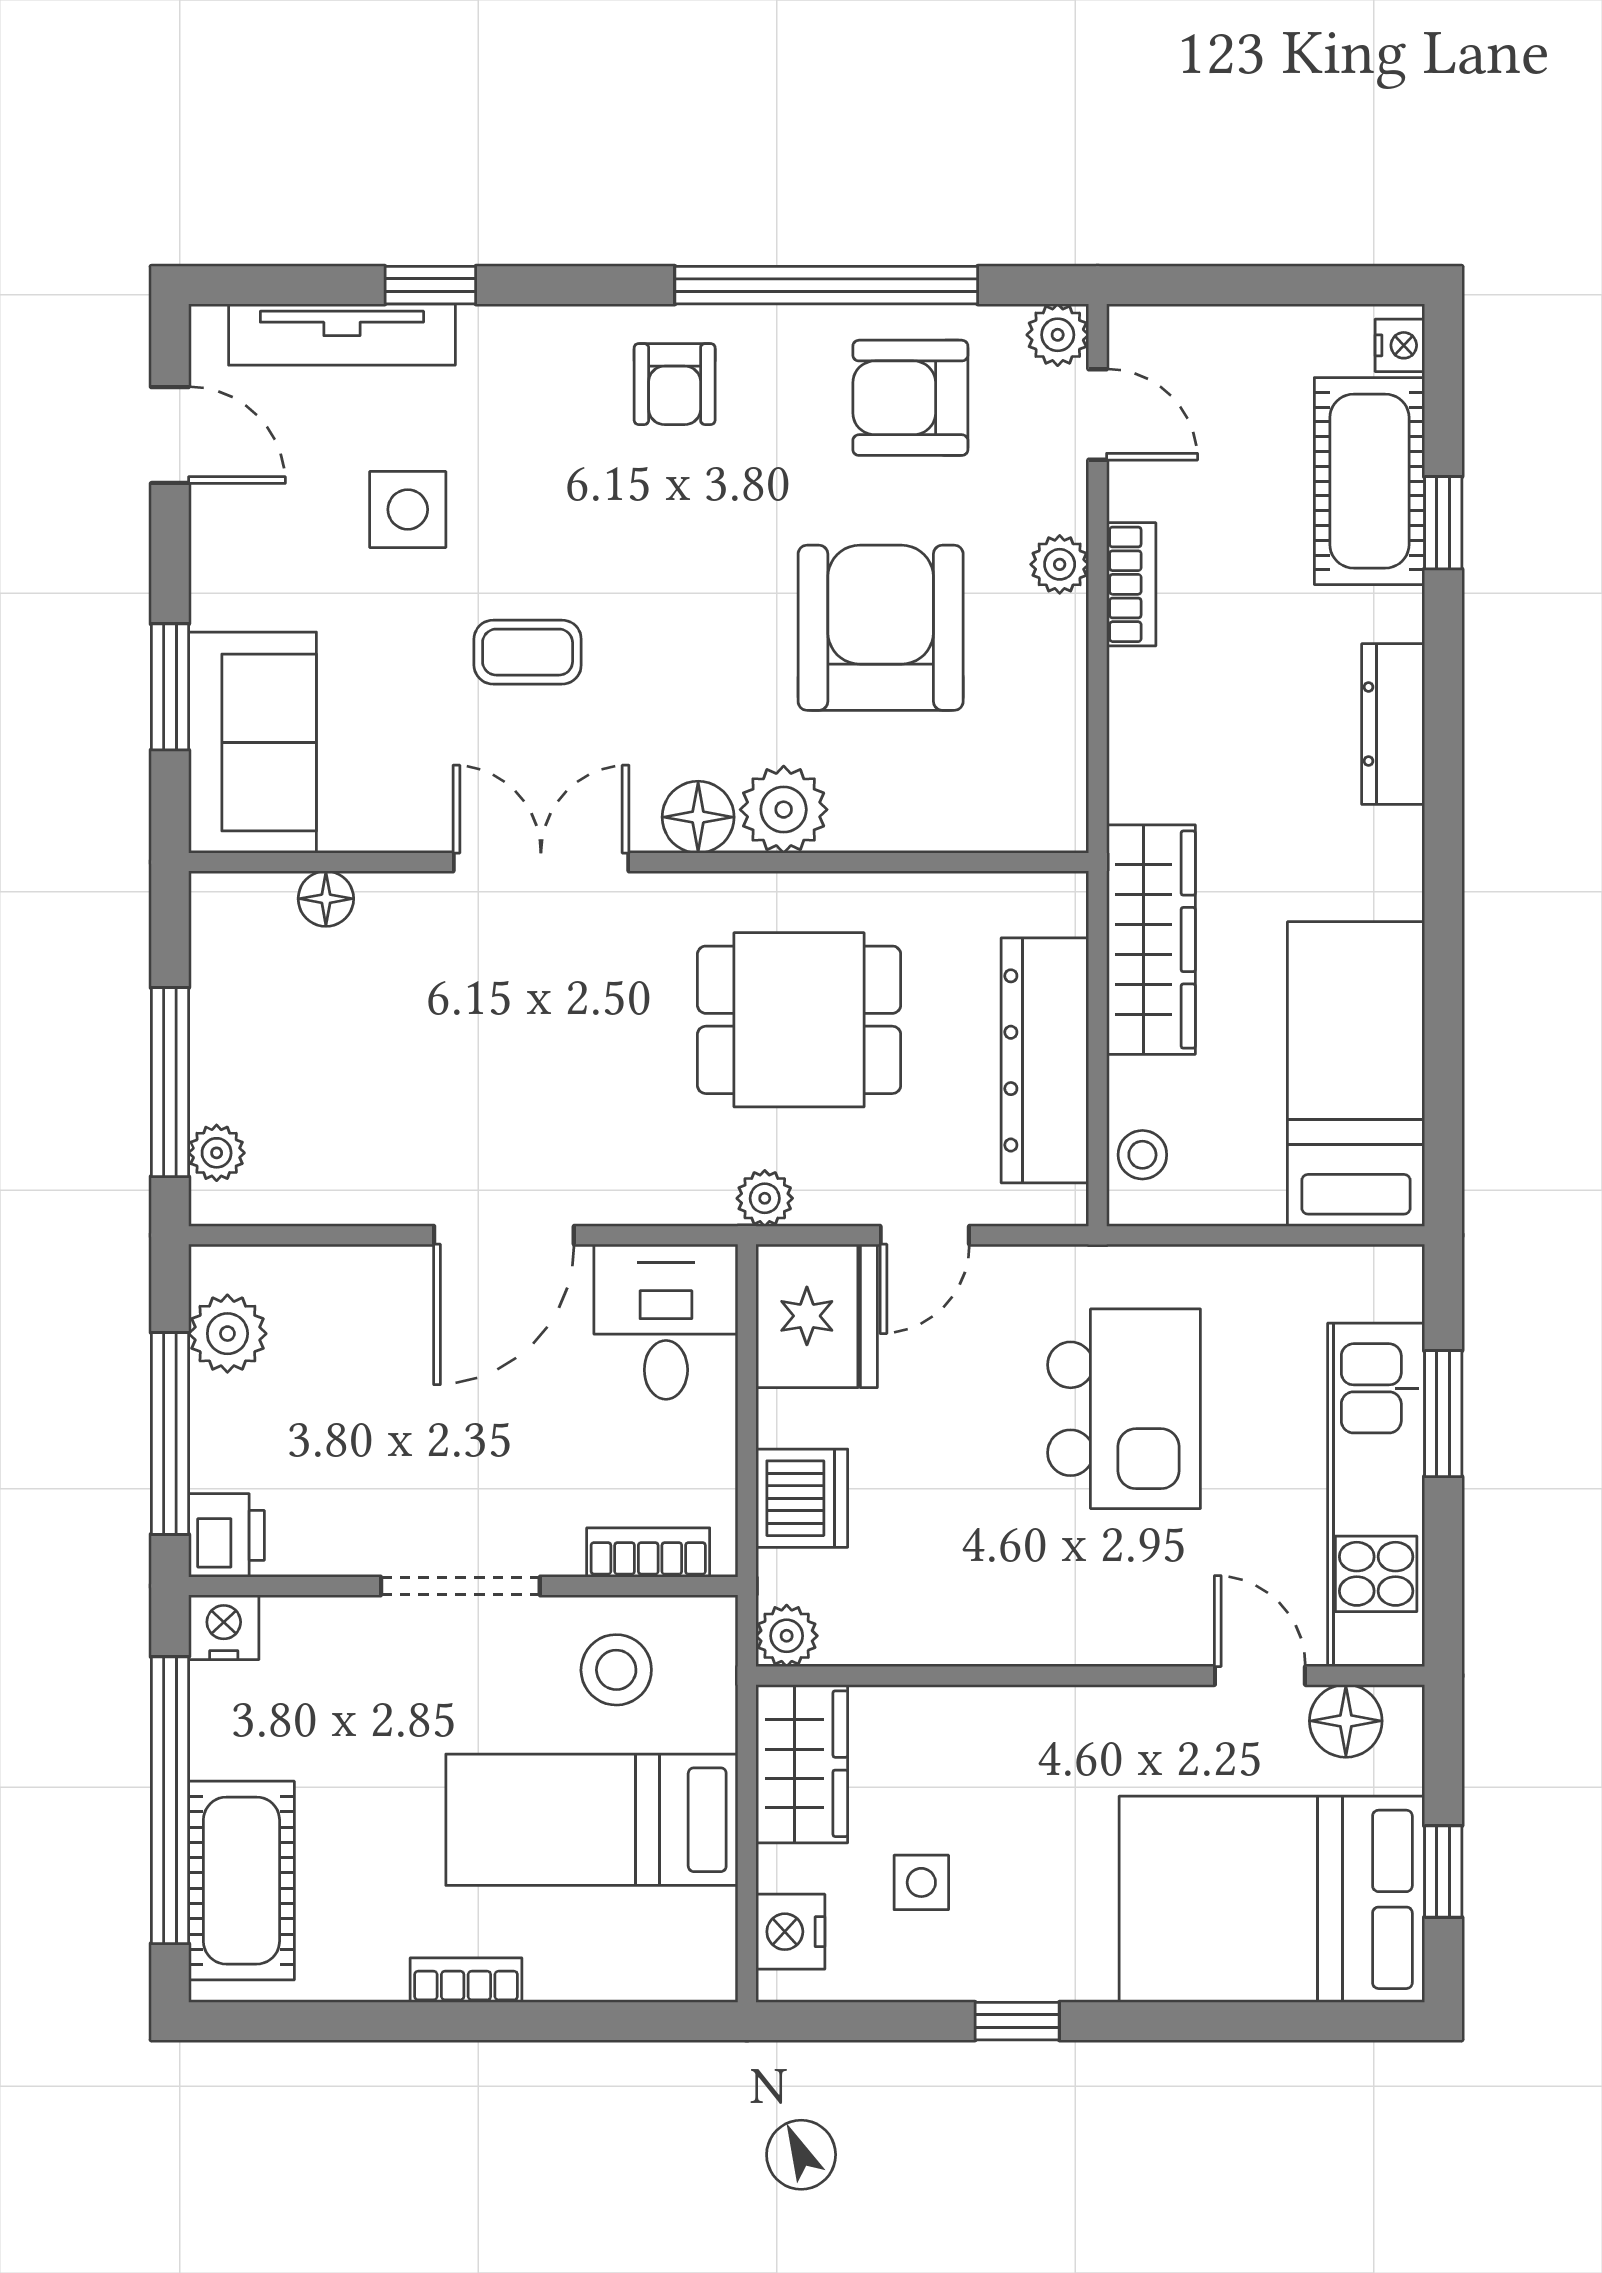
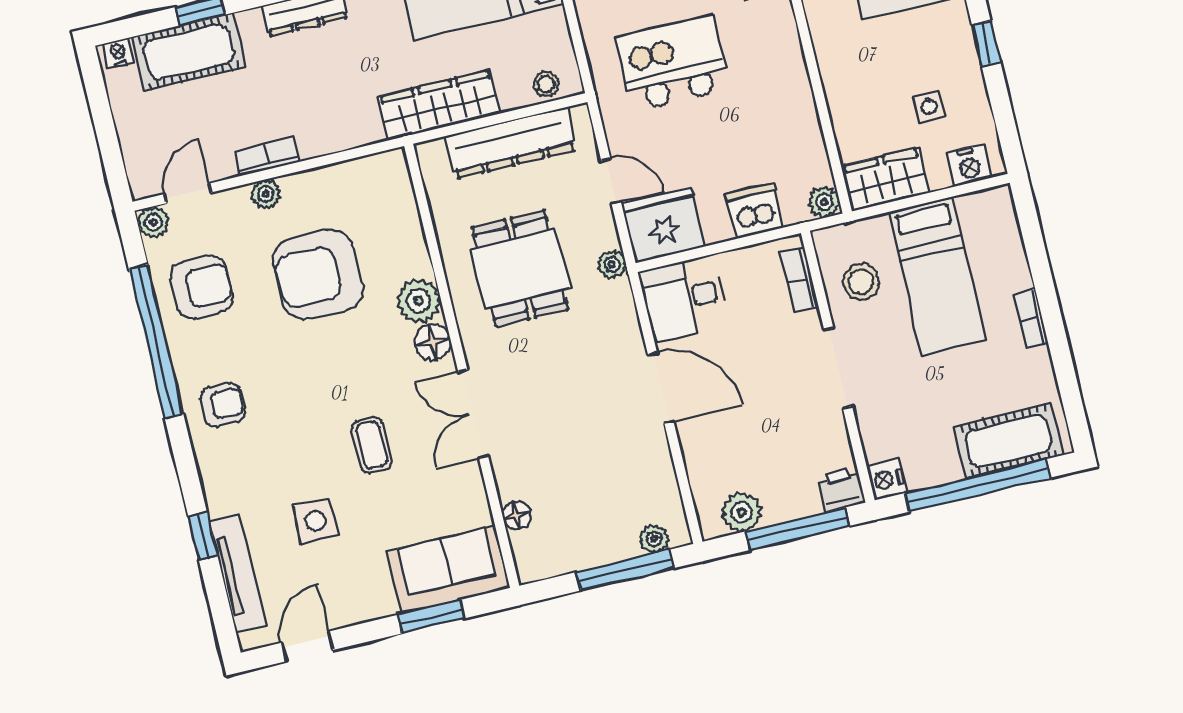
armchair: (910, 398) -> (202, 287), turned -90

